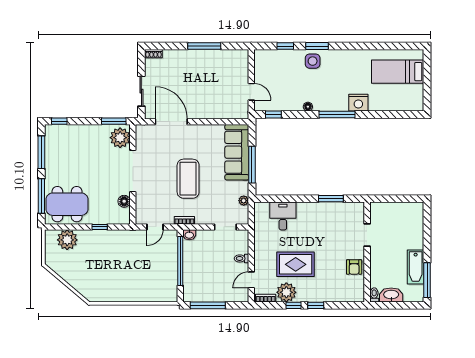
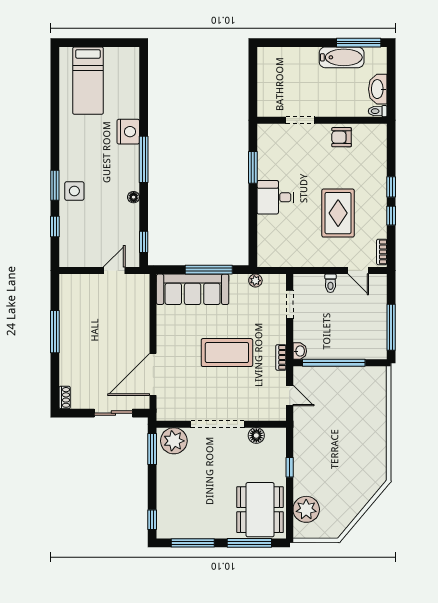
desk: (283, 216) -> (275, 197), moved
armchair: (354, 267) -> (342, 137), turned 180
plant: (286, 292) -> (374, 225), removed

